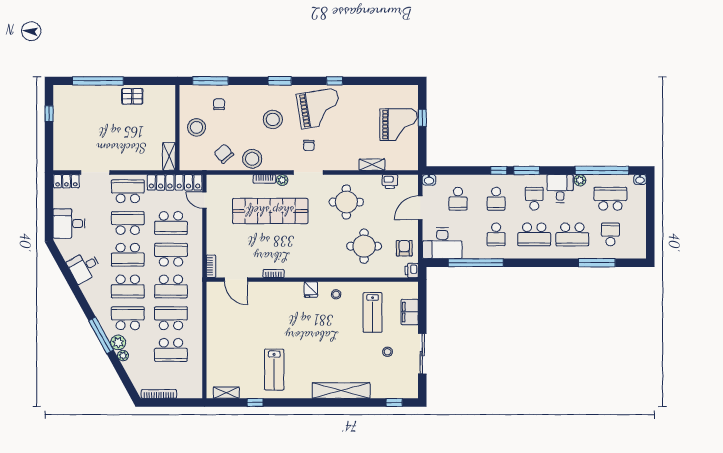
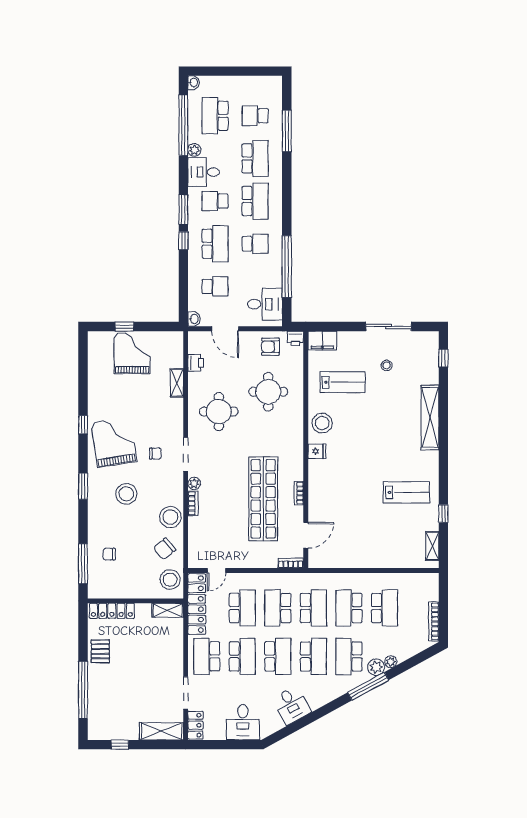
locker: (168, 107) -> (112, 611), added
stool: (196, 127) -> (170, 580), moved
shelving: (61, 151) -> (161, 731), added
school desk: (496, 199) -> (215, 244), width x1.85
shop shelf: (270, 211) -> (263, 499), moved
school desk: (128, 223) -> (242, 656), turned 180
desk: (442, 243) -> (265, 304), width x0.73
stool: (336, 294) -> (322, 423), width x1.89, depth x1.89
filing cabinet: (410, 312) -> (322, 341), moved

